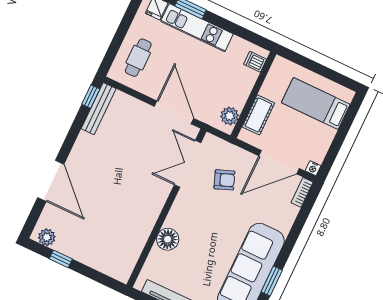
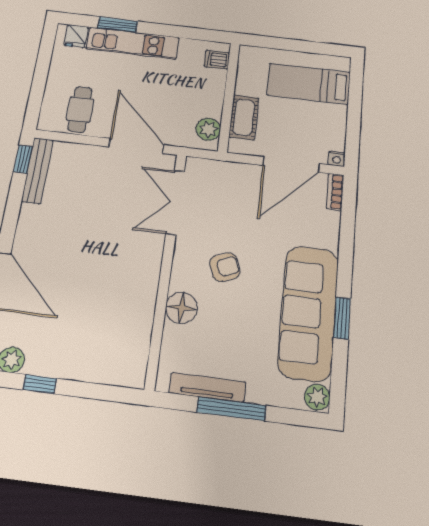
cafe table: (138, 58) -> (80, 109), moved
armchair: (224, 180) -> (225, 267), moved

